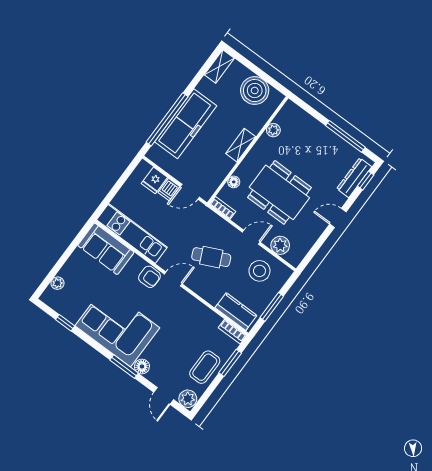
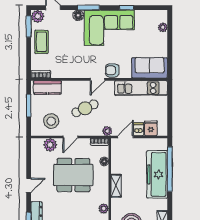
plant: (205, 213) -> (107, 131), added
window: (65, 323) -> (127, 8), moved
window: (230, 363) -> (29, 26), moved

